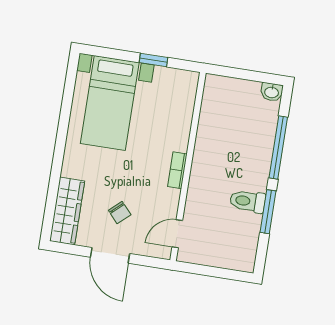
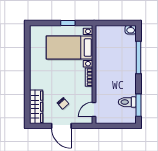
bed with nightstands: (110, 103) -> (70, 48), moved, turned 90
toilet: (248, 201) -> (127, 102), moved
window: (268, 212) -> (138, 105), moved

